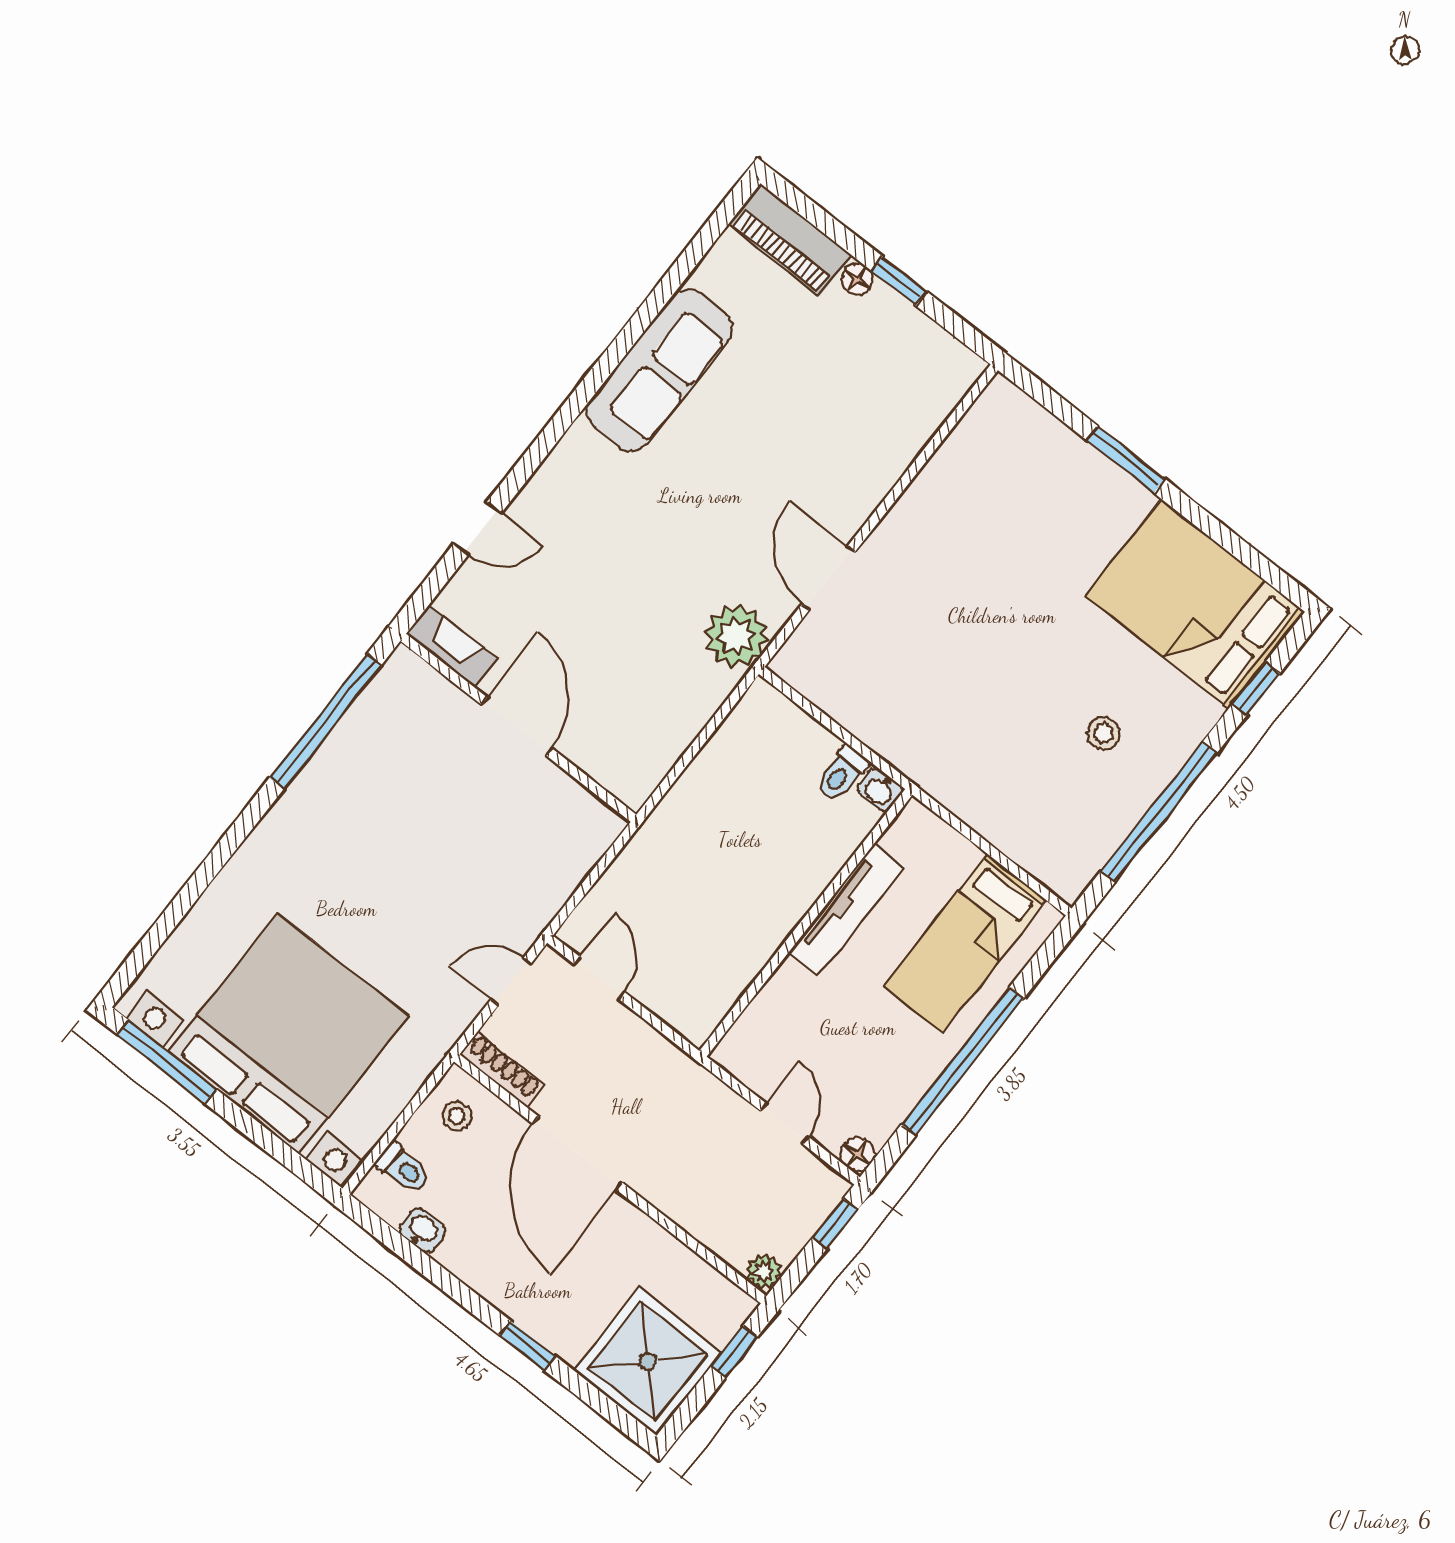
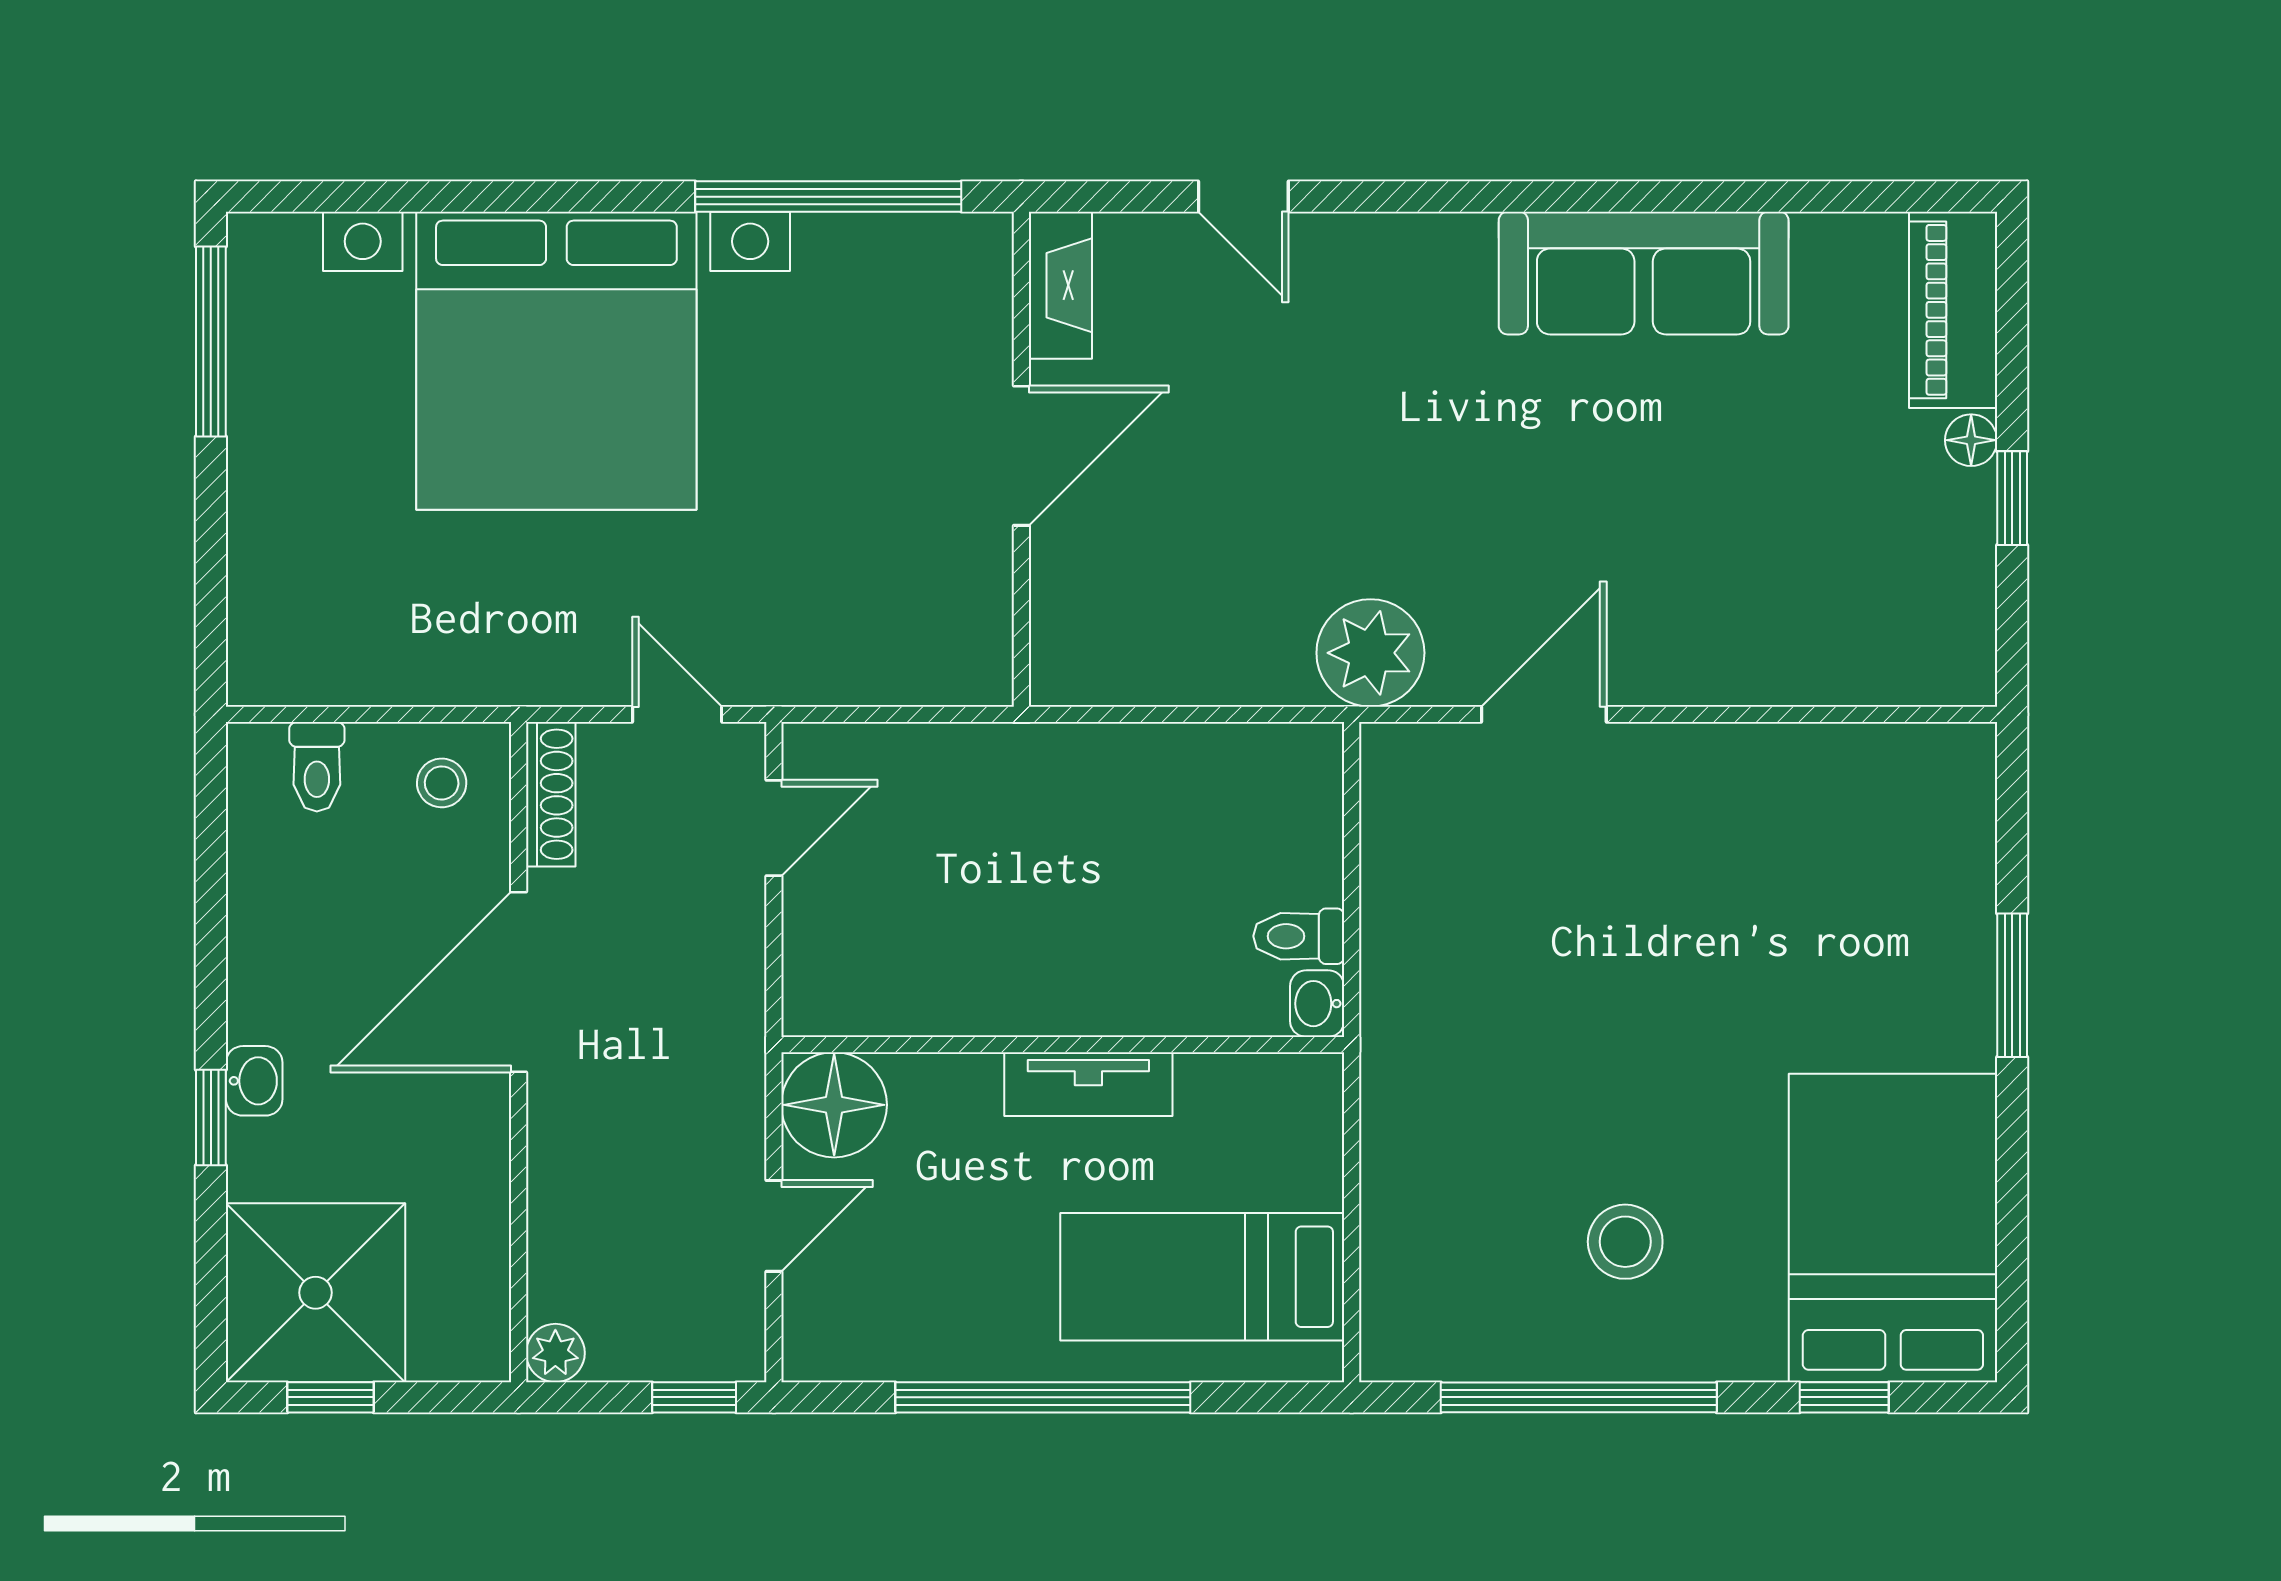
stool: (1104, 733) -> (1625, 1242), width x1.37, depth x1.37
tv unit: (846, 909) -> (1088, 1084), width x0.71
bed with nightstands: (288, 1034) -> (556, 361), moved, turned 90
floor lamp: (857, 1154) -> (834, 1105), moved, width x1.89, depth x1.89
washbasin: (422, 1230) -> (254, 1081), moved
window: (734, 1352) -> (330, 1397), moved

